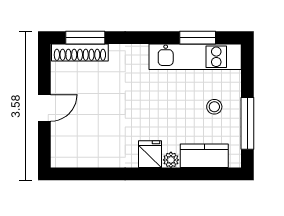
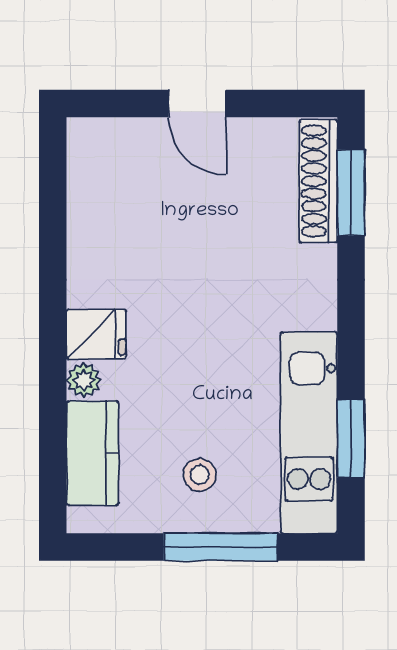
window: (247, 123) -> (221, 547), moved

